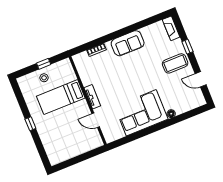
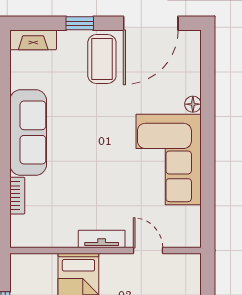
sofa: (128, 43) -> (28, 133), width x1.36
door: (201, 79) -> (151, 23), width x1.88
door: (96, 120) -> (148, 250), swing flipped

